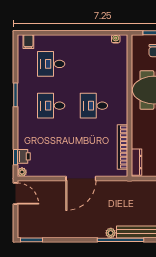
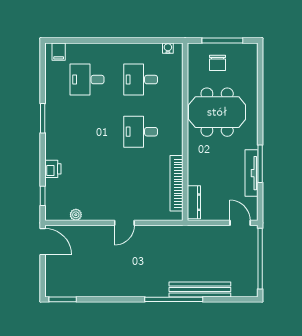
desk: (51, 106) -> (141, 80), moved
printer: (24, 156) -> (53, 169), moved
plant: (22, 172) -> (76, 215), moved
door: (81, 179) -> (124, 223), width x0.53
plant: (111, 233) -> (161, 291), removed

